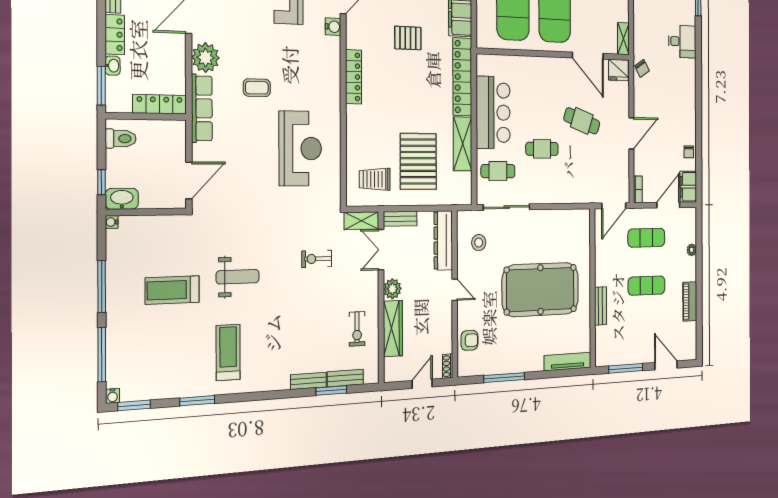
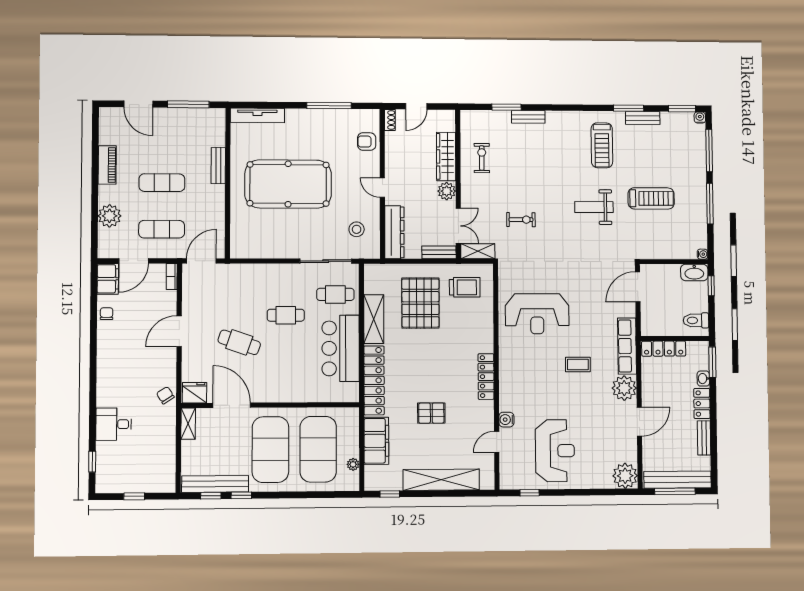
reception desk: (300, 148) -> (537, 314), turned -90
plant: (692, 250) -> (110, 216), width x1.87, depth x1.87
bench: (345, 378) -> (643, 118), moved

